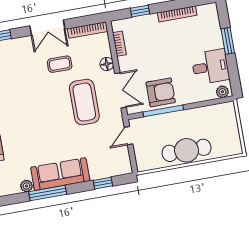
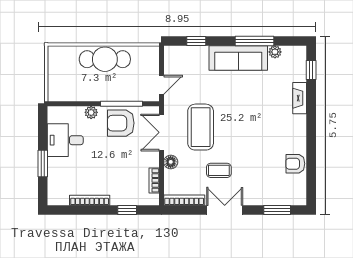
plant: (222, 92) -> (91, 112), moved

